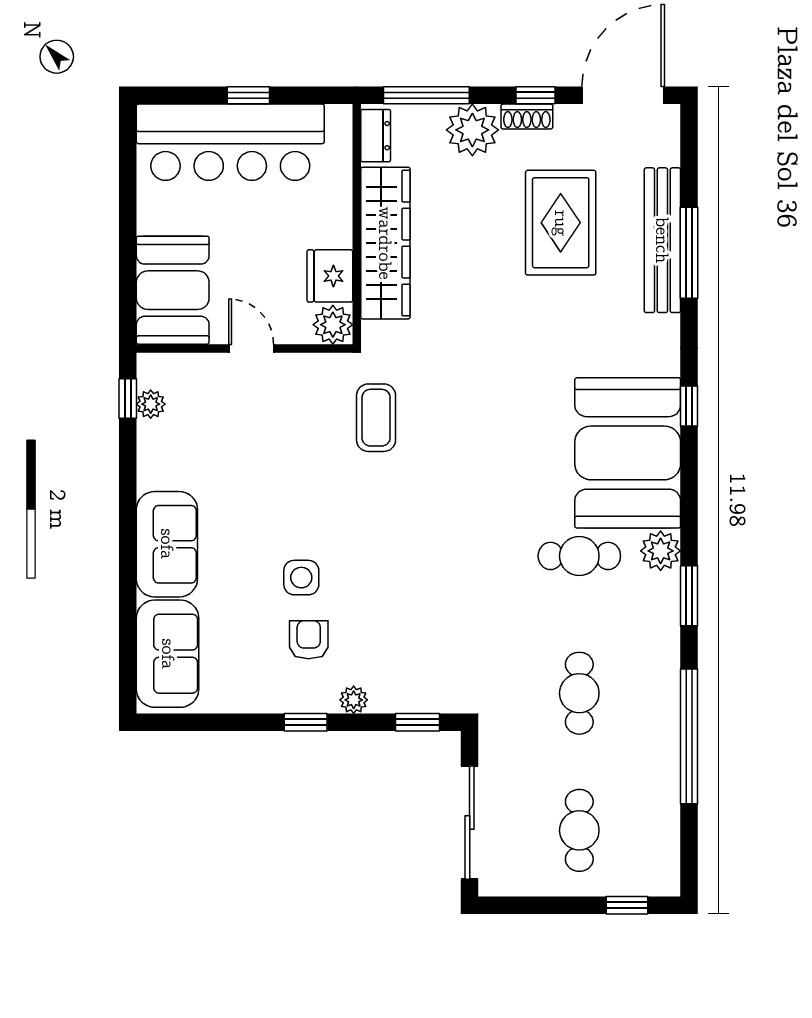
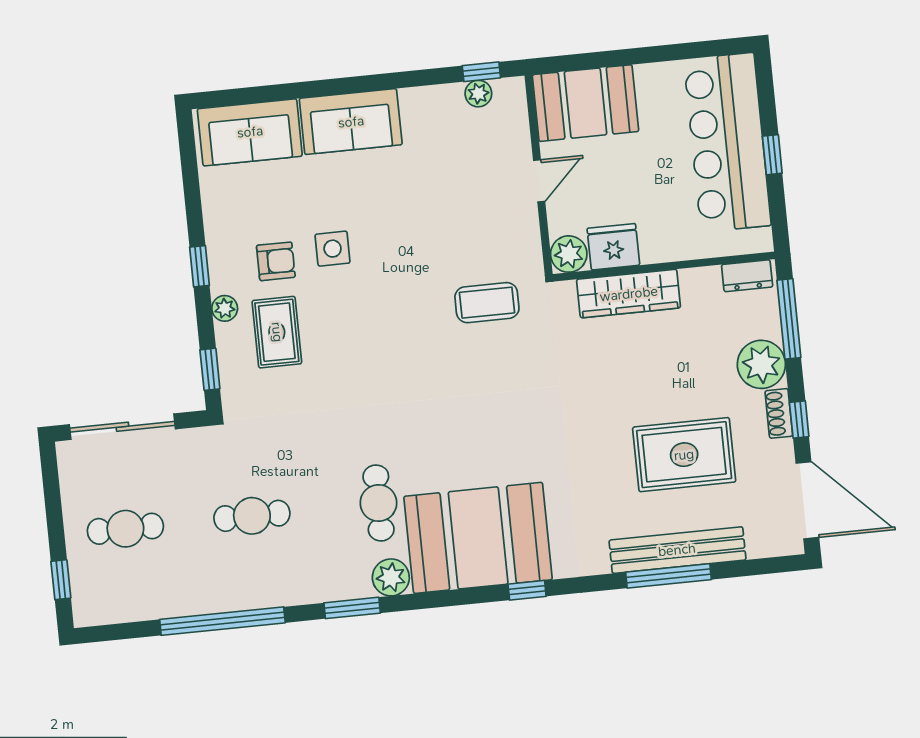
wardrobe: (385, 243) -> (629, 294), width x0.71, depth x0.85
rug: (385, 646) -> (277, 332), added

